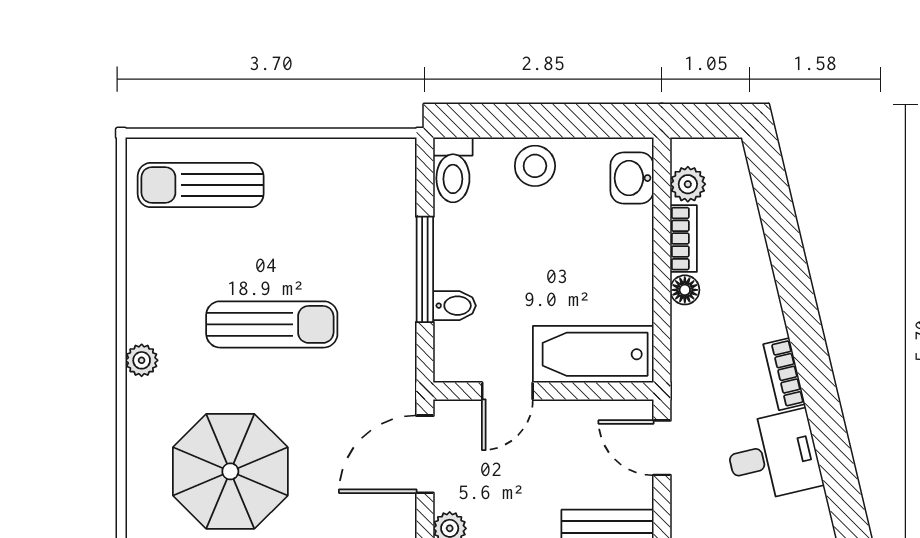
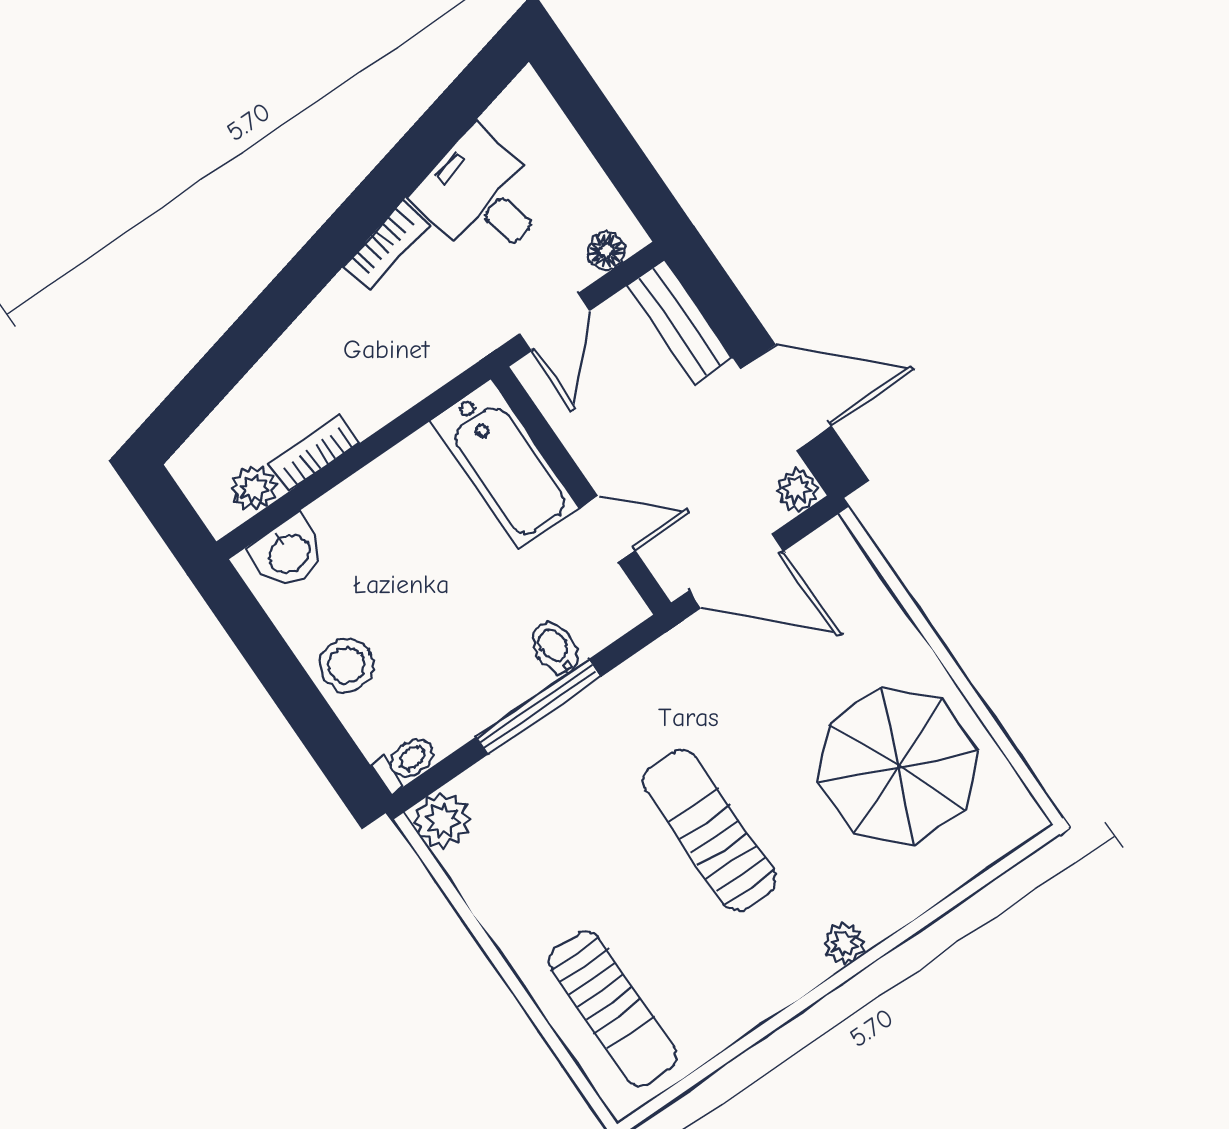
plant: (395, 159) -> (442, 820), added
toilet: (453, 170) -> (405, 763), width x0.73, depth x0.72
floor lamp: (685, 290) -> (606, 251), moved

